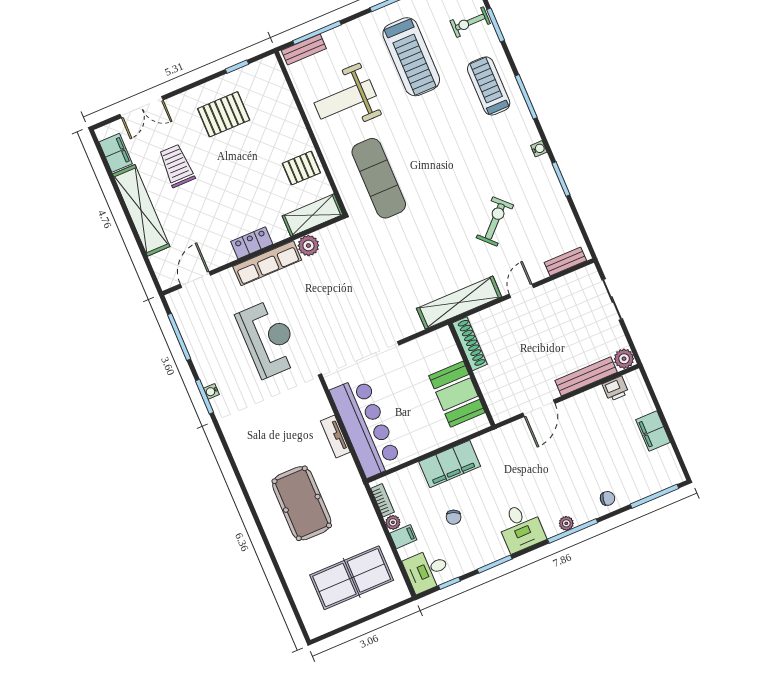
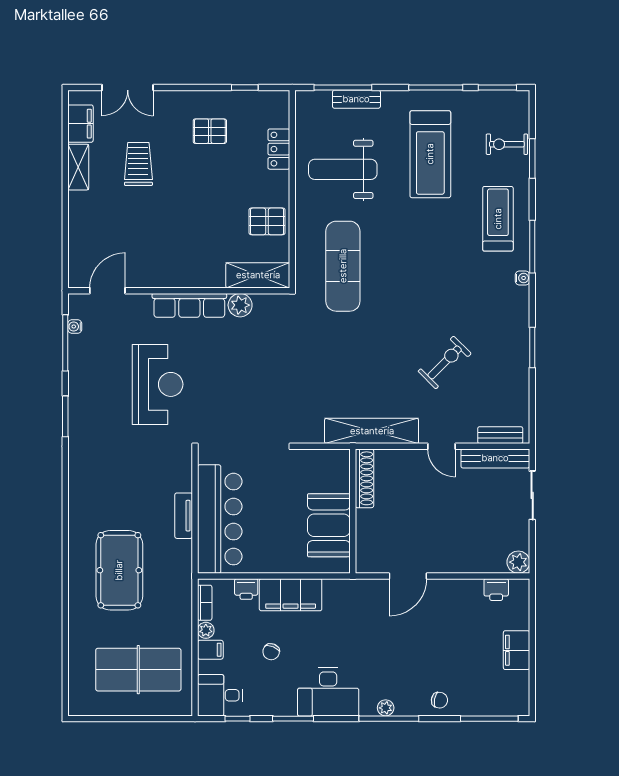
bench: (304, 50) -> (356, 99), moved
pallet: (224, 114) -> (210, 131), width x0.67, depth x0.71
water cooler: (539, 149) -> (522, 278), moved
shelving: (141, 210) -> (78, 167), width x0.45, depth x0.75
locker: (252, 243) -> (279, 149), moved, turned -90
door: (521, 291) -> (442, 446), swing flipped
bench: (586, 376) -> (495, 458), moved
water cooler: (211, 391) -> (75, 327), moved
printer: (412, 475) -> (246, 589), added
desk: (521, 527) -> (328, 692), width x1.37

